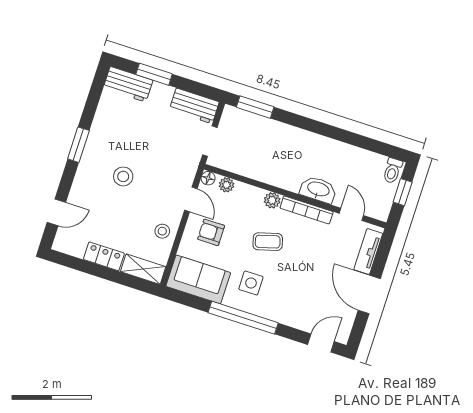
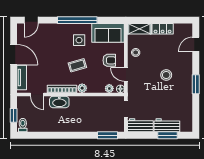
workbench: (128, 84) -> (167, 125), moved

